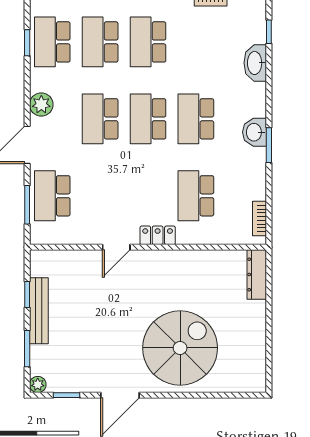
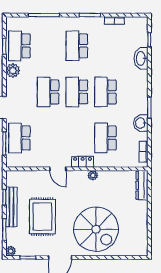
school desk: (100, 42) -> (48, 46), removed
plant: (41, 104) -> (13, 71), moved
washbasin: (255, 132) -> (141, 123), moved
door: (116, 247) -> (58, 169), hinge flipped
plant: (175, 258) -> (93, 175), added
rug: (91, 327) -> (42, 217), added
spiral stairs: (180, 348) -> (96, 229), turned 90

